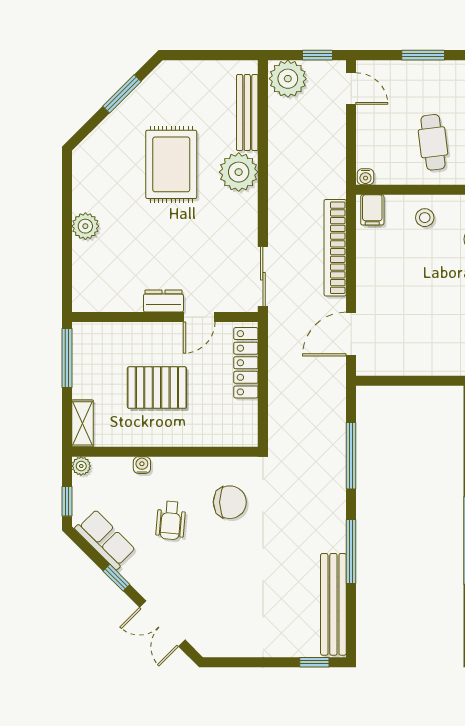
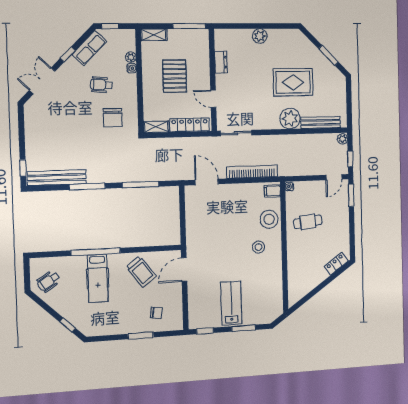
window: (423, 55) -> (351, 195), moved
plant: (288, 79) -> (342, 139), width x0.53, depth x0.53
stool: (425, 218) -> (269, 219), width x1.89, depth x1.89
dresser: (163, 301) -> (221, 62), moved
shelving: (248, 424) -> (156, 127), added
plant: (81, 466) -> (131, 57), moved

